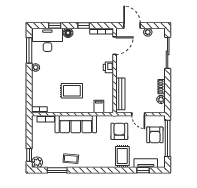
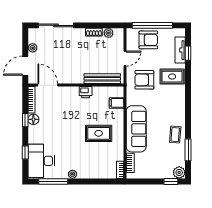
floor lamp: (68, 33) -> (33, 119), moved
printer: (108, 67) -> (86, 92), moved
rug: (72, 91) -> (99, 133), turned 90

